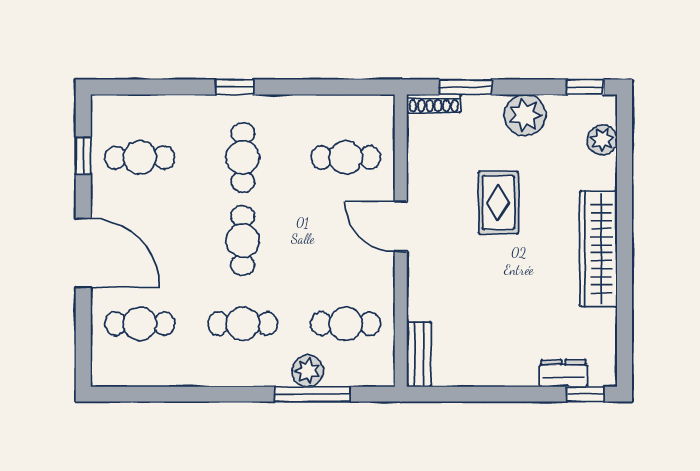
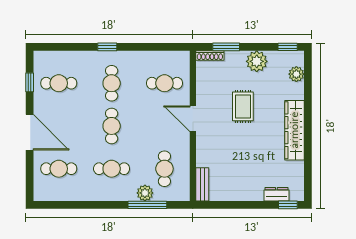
cafe table: (346, 324) -> (164, 169), turned 90

